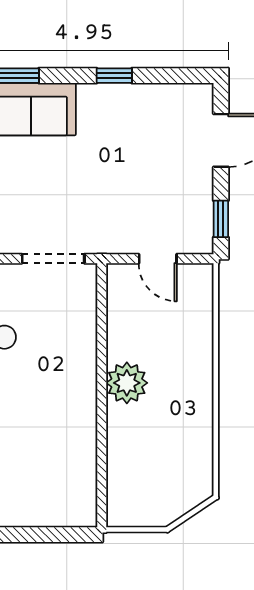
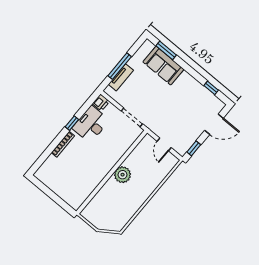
window: (114, 76) -> (211, 88), moved

